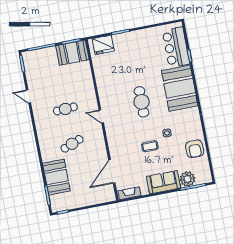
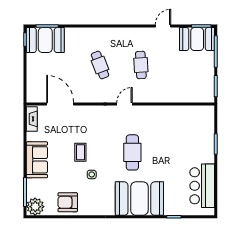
fridge: (103, 45) -> (205, 122), removed
bar counter: (176, 47) -> (202, 186), moved, turned -90
booth: (72, 53) -> (197, 39), moved, turned 90
cafe table: (141, 102) -> (132, 152), turned 90
booth: (56, 177) -> (45, 40), moved
plant: (187, 179) -> (35, 207), moved

